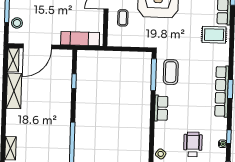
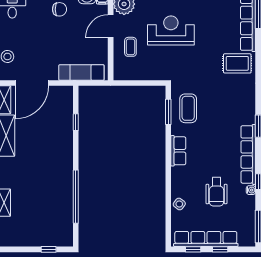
window: (154, 75) -> (168, 112), width x0.69
row of seats: (222, 91) -> (248, 154), moved
wheelchair: (193, 144) -> (216, 192), turned 180

